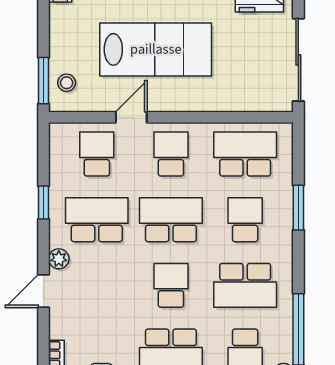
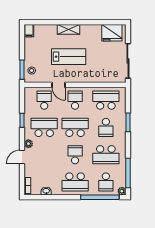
lab bench: (156, 49) -> (69, 57), width x0.73, depth x0.72
door: (131, 117) -> (59, 85), swing flipped
school desk: (245, 220) -> (106, 127), turned 180

